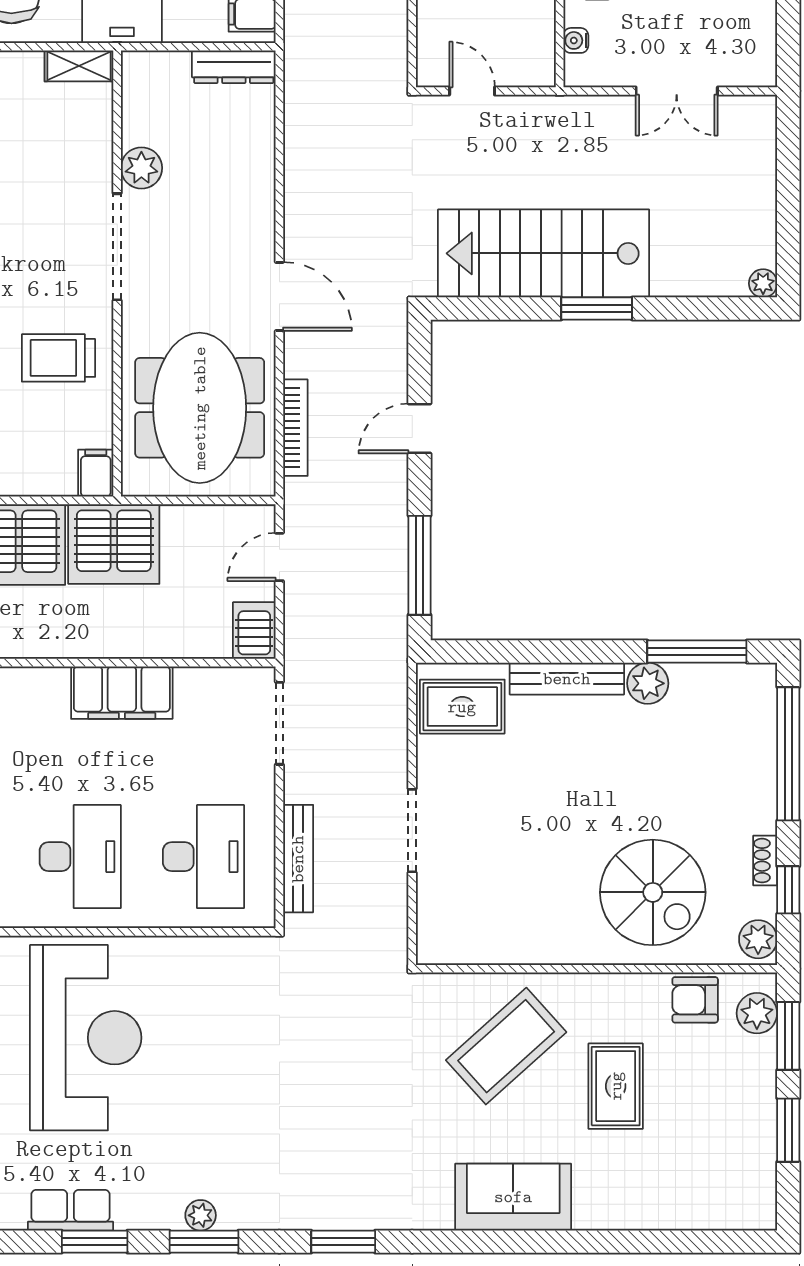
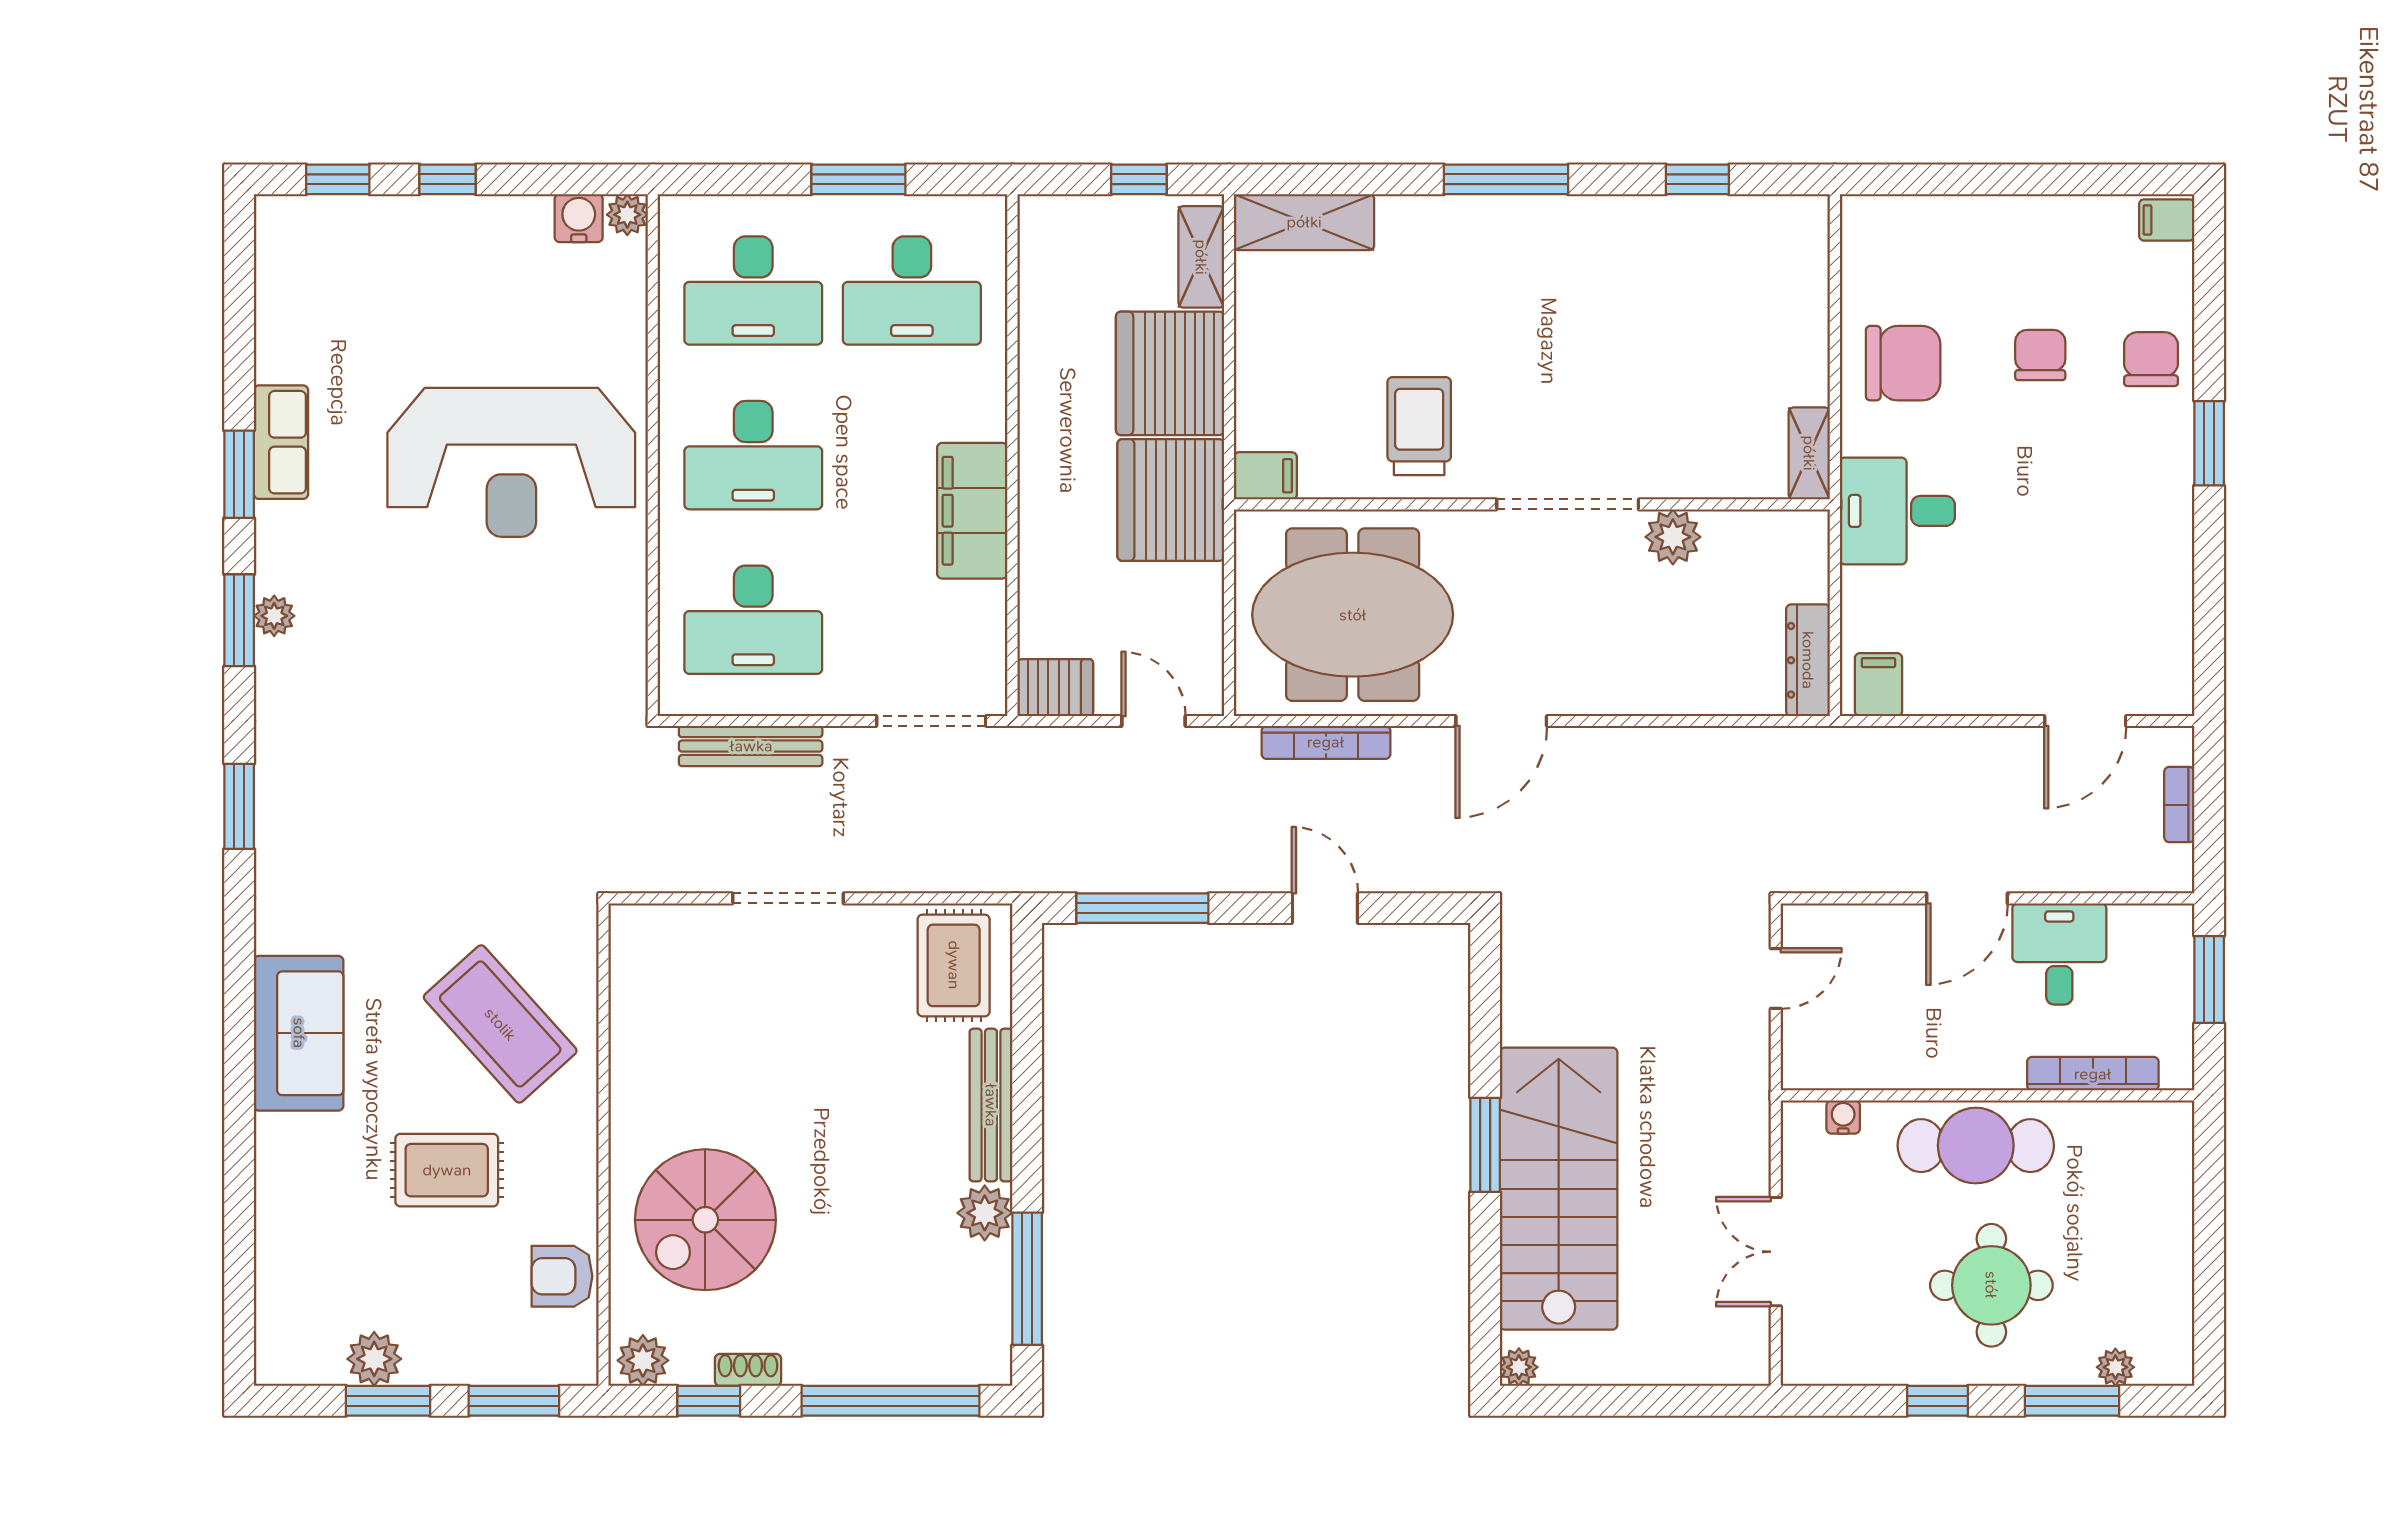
stairs: (544, 253) -> (1559, 1189), moved
armchair: (695, 1000) -> (562, 1276), turned -90
plant: (757, 1013) -> (374, 1359), moved

